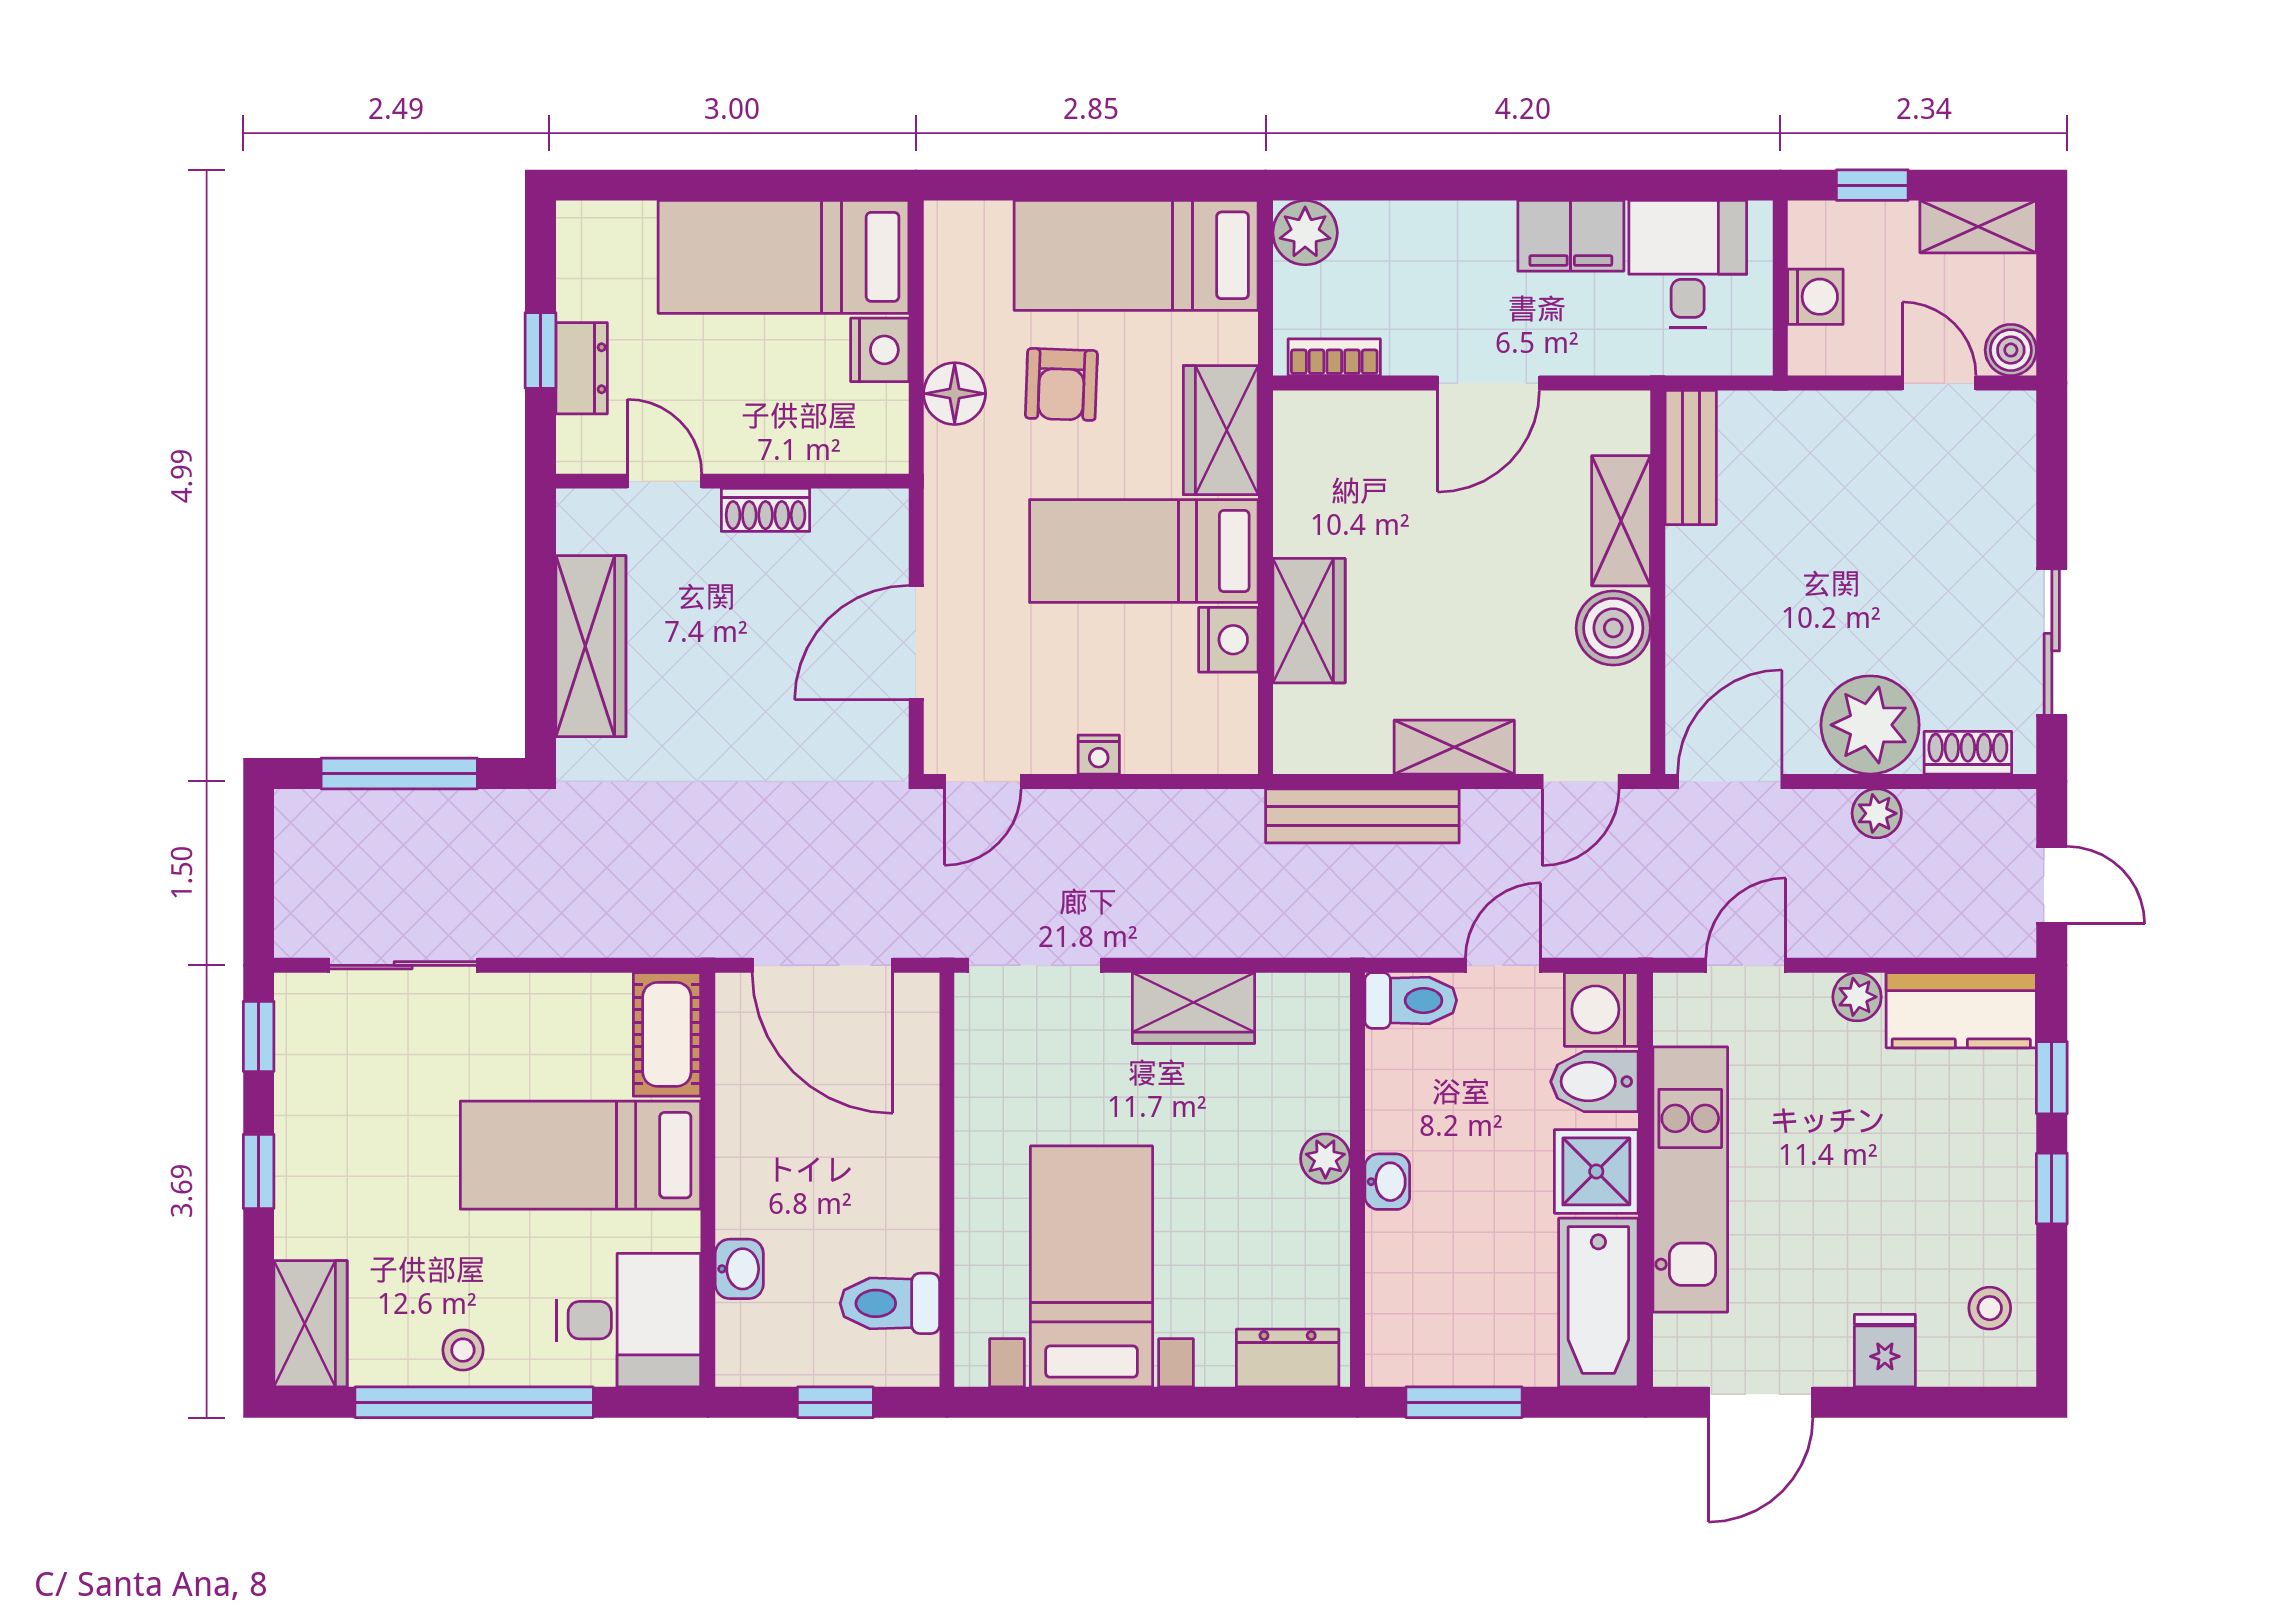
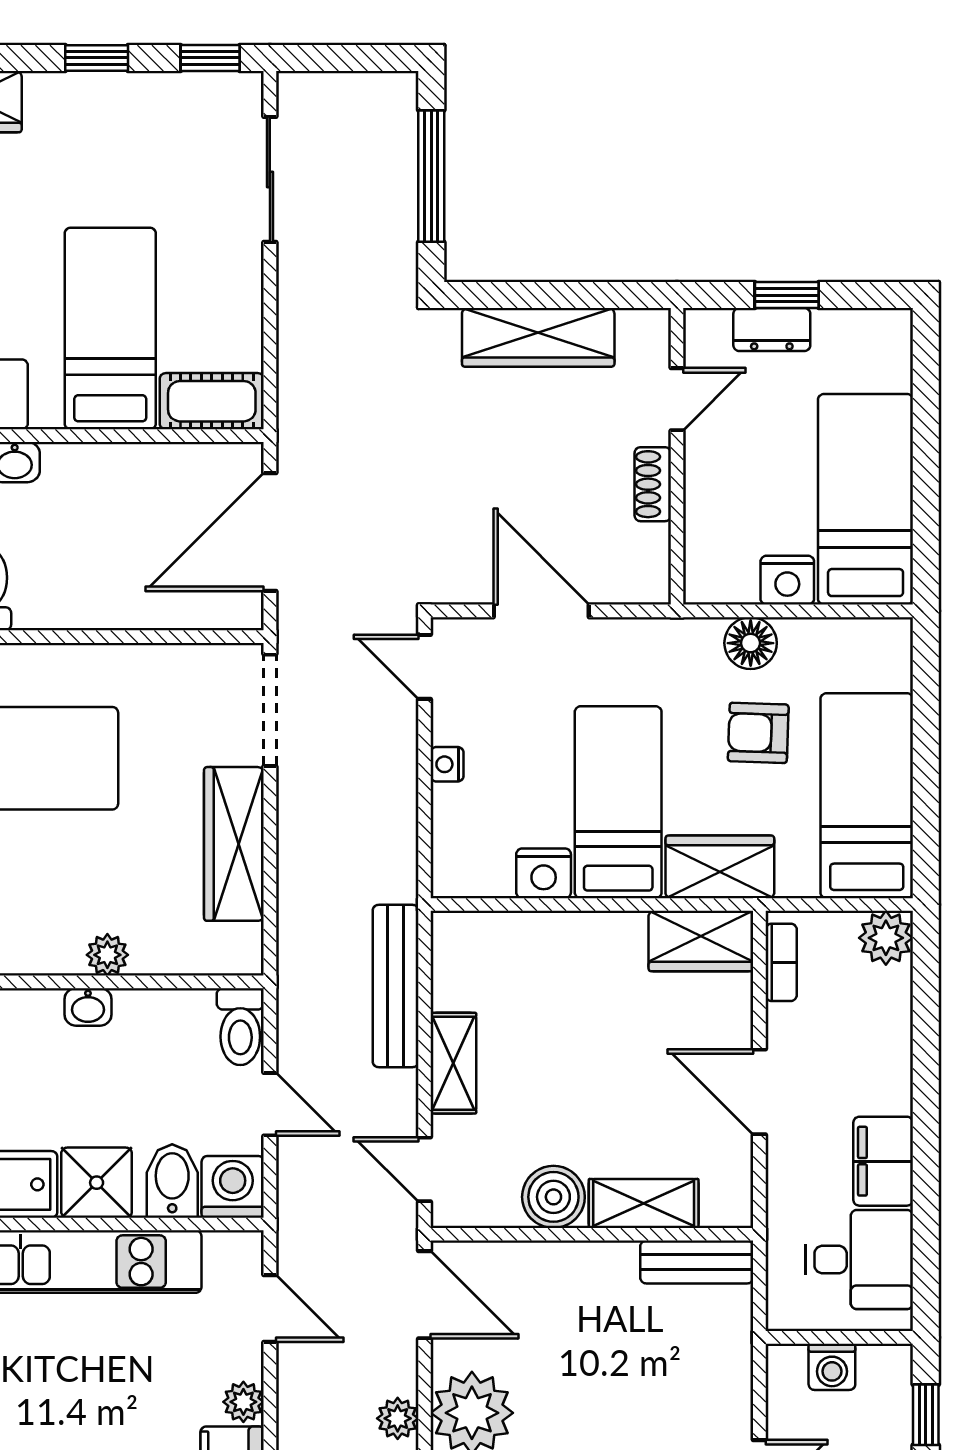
wardrobe: (1309, 621) -> (701, 941), moved
wardrobe: (1193, 1008) -> (234, 844), width x1.50

